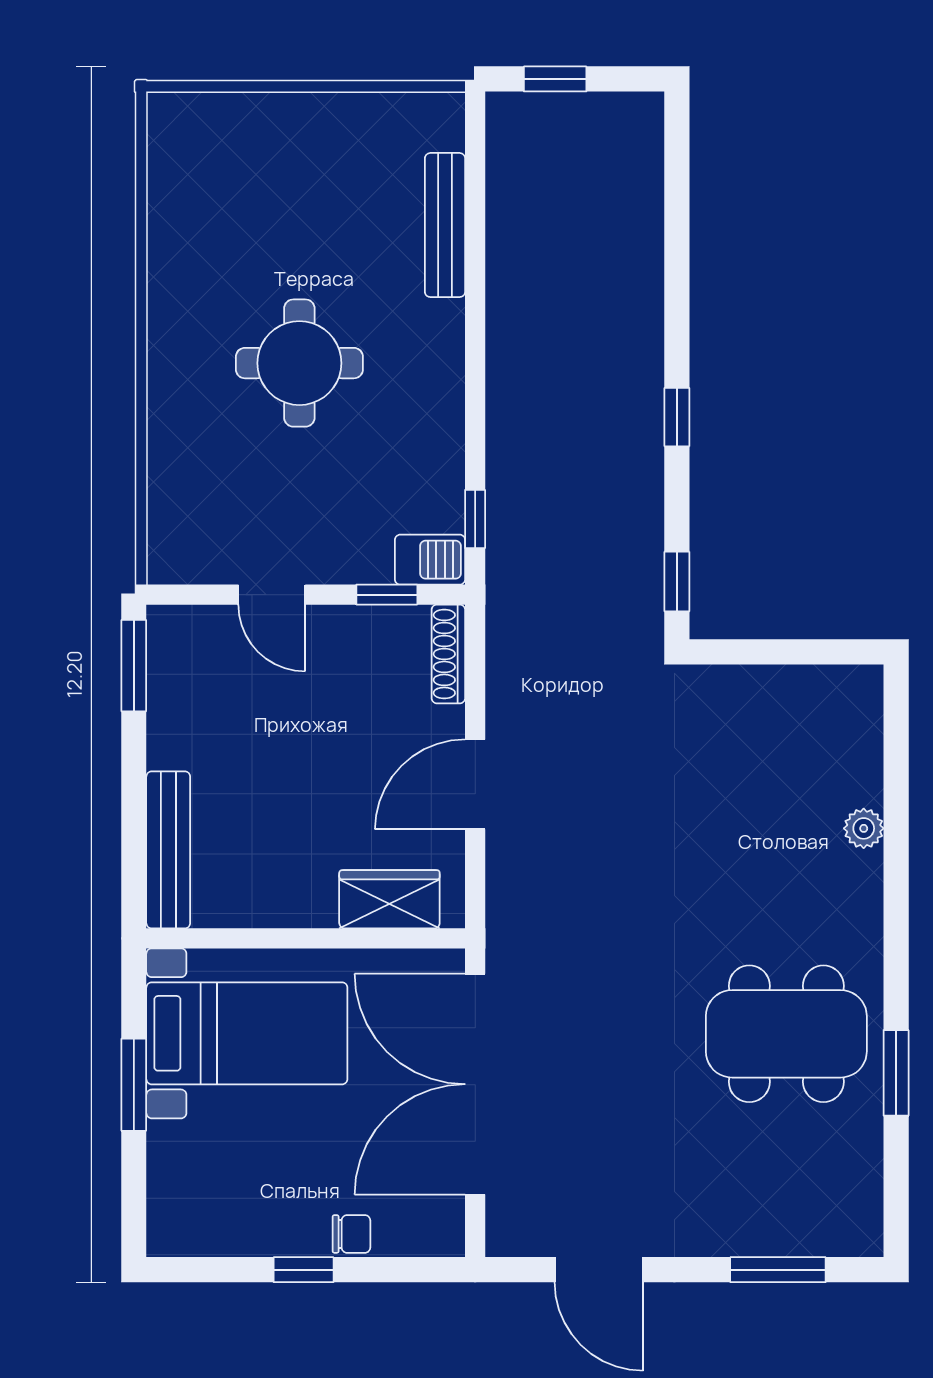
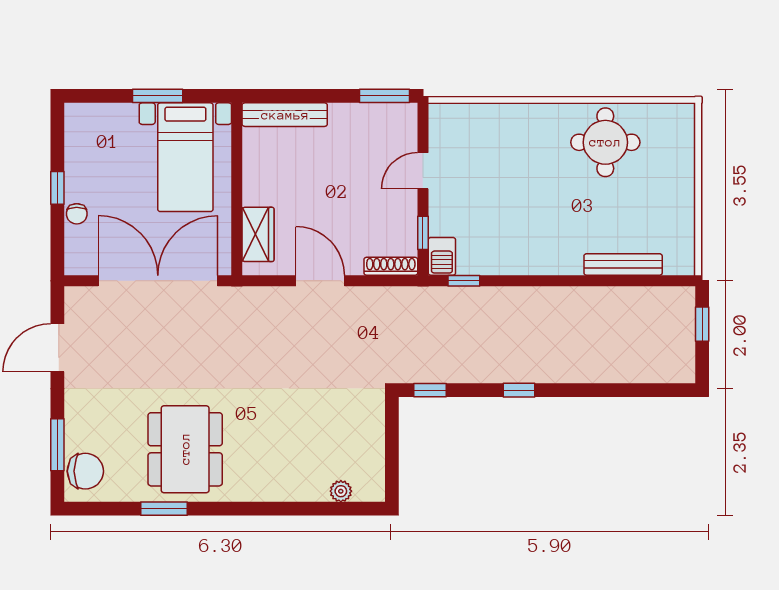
round table: (299, 363) -> (605, 142), moved
plant: (864, 828) -> (341, 491), moved
chair: (827, 1218) -> (85, 471), added

